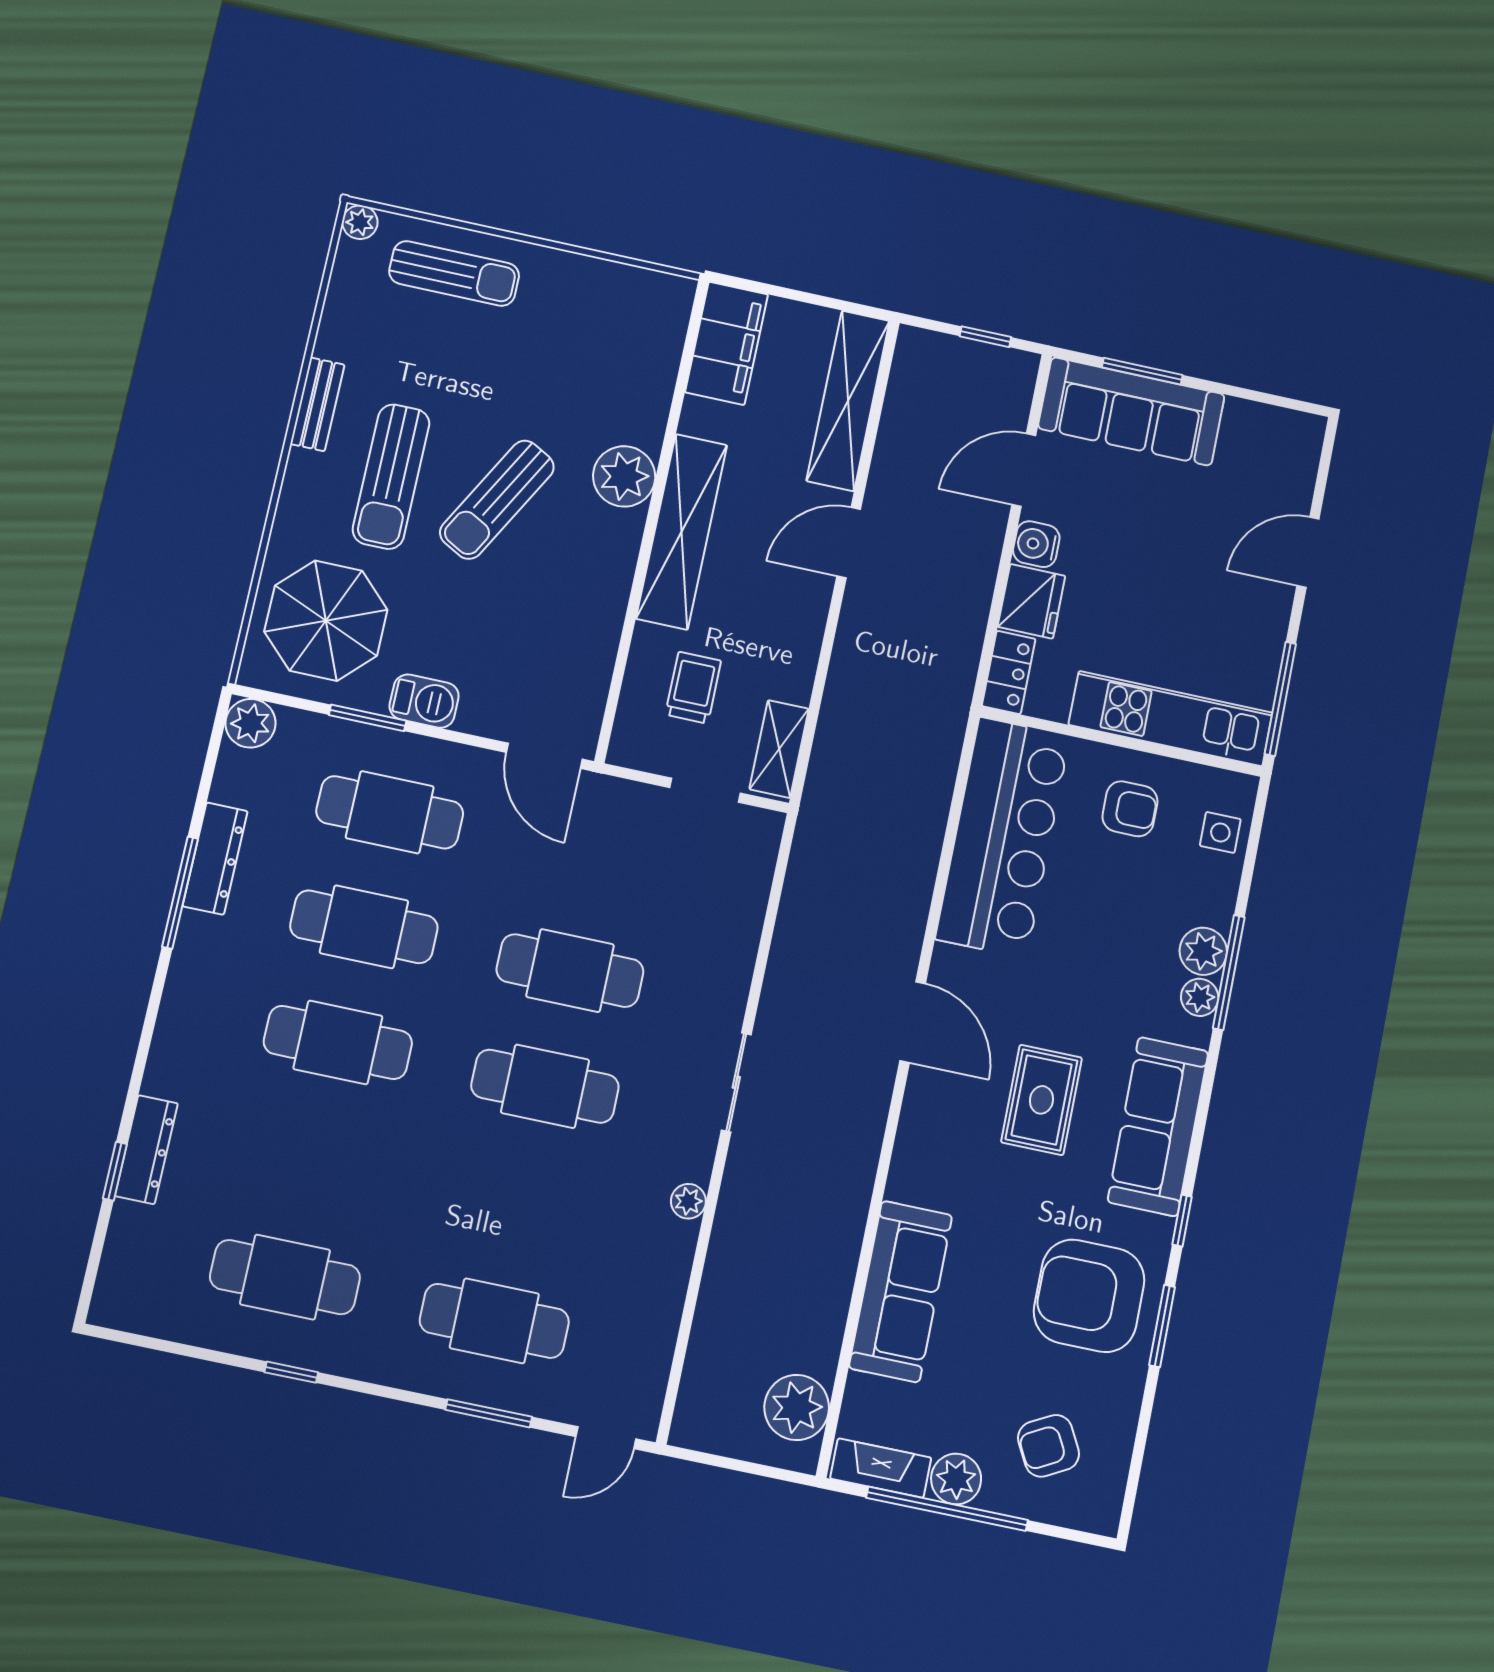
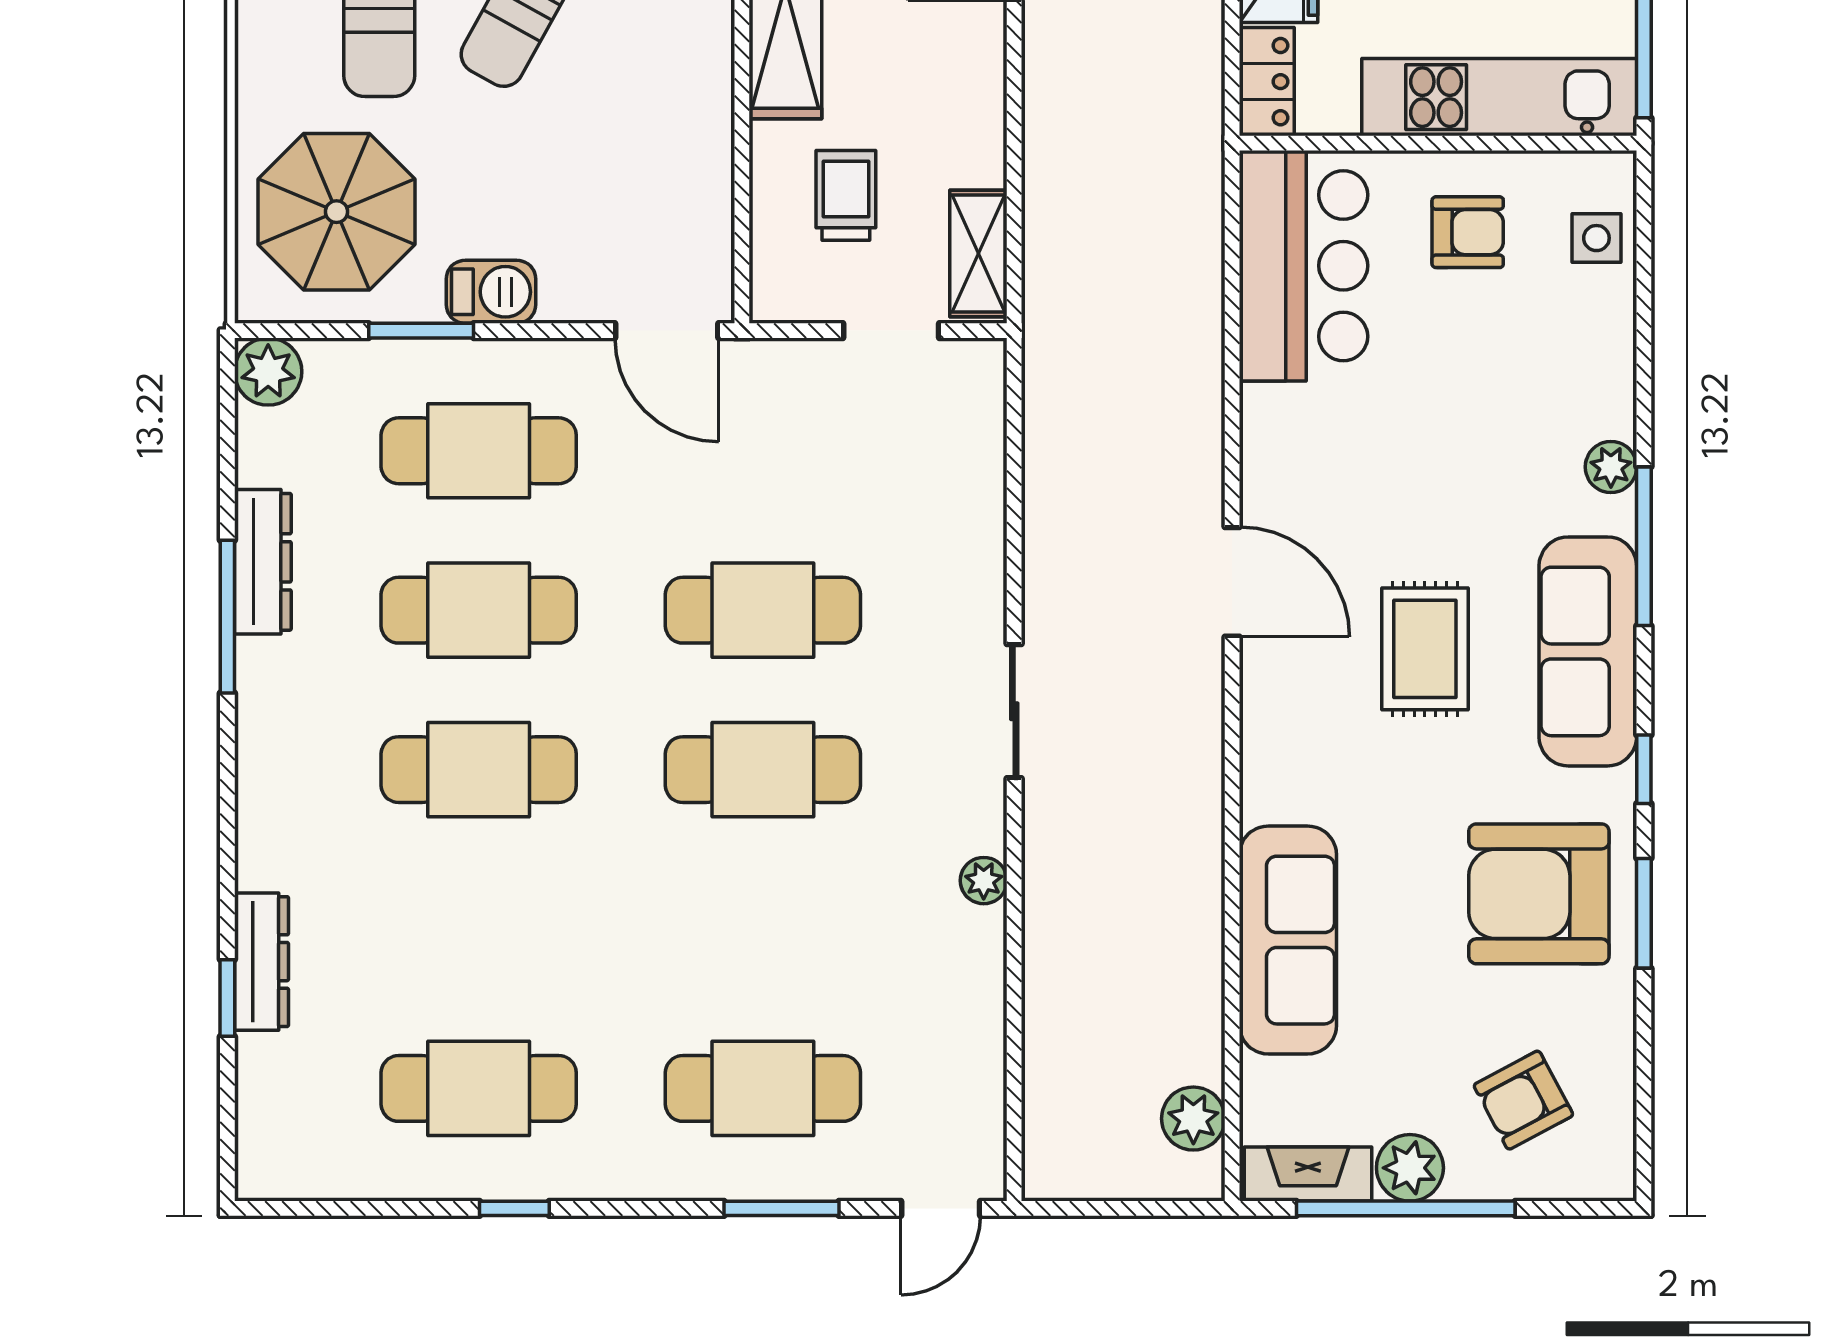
bar counter: (1003, 837) -> (1304, 266), width x0.73
plant: (1203, 951) -> (1604, 404), removed
window: (1229, 973) -> (1644, 546), moved
plant: (797, 1407) -> (1193, 1119), width x0.73, depth x0.73

